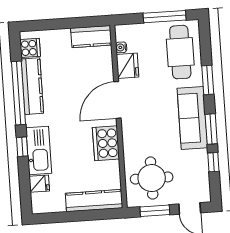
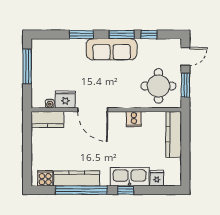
kitchen counter: (91, 37) -> (47, 119), moved, turned 90
cafe table: (180, 52) -> (57, 56), removed
cooker: (106, 143) -> (134, 119), width x0.53, depth x0.76

